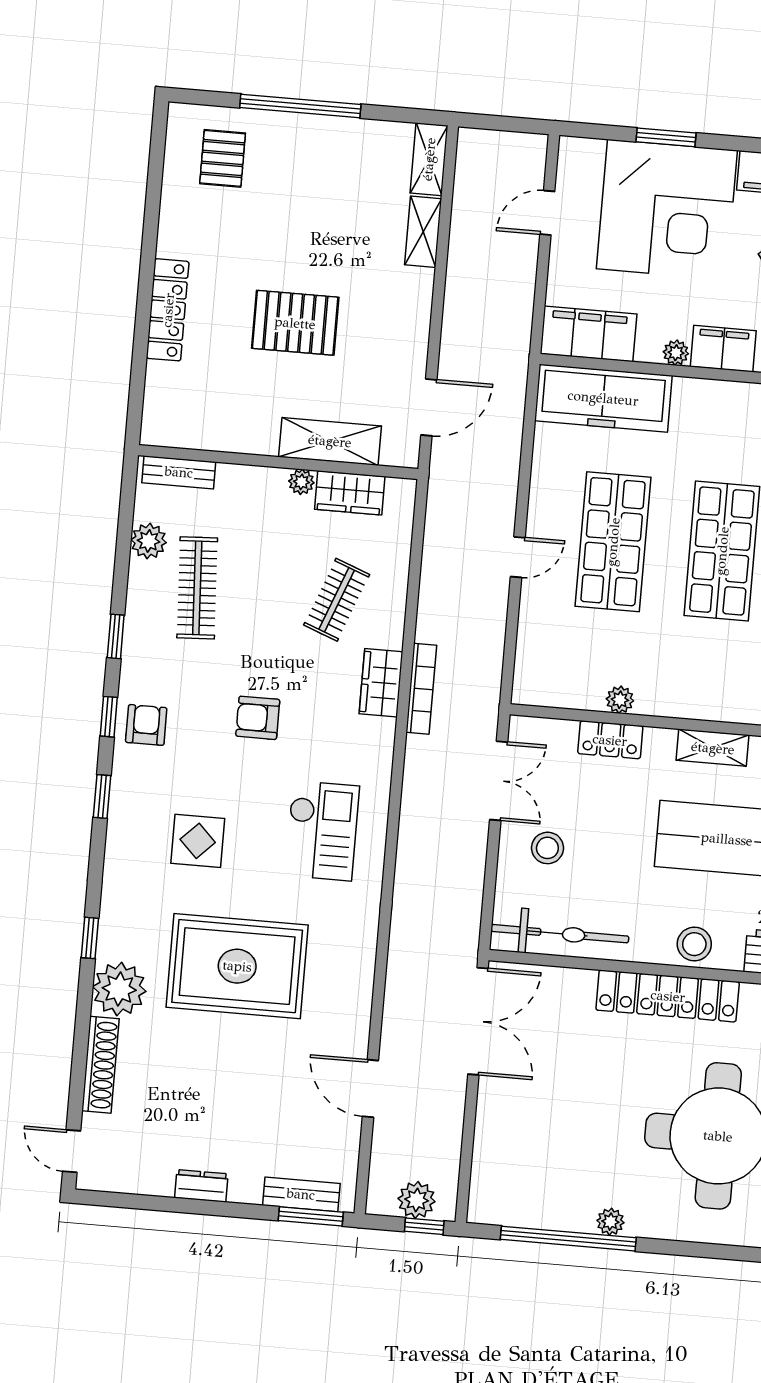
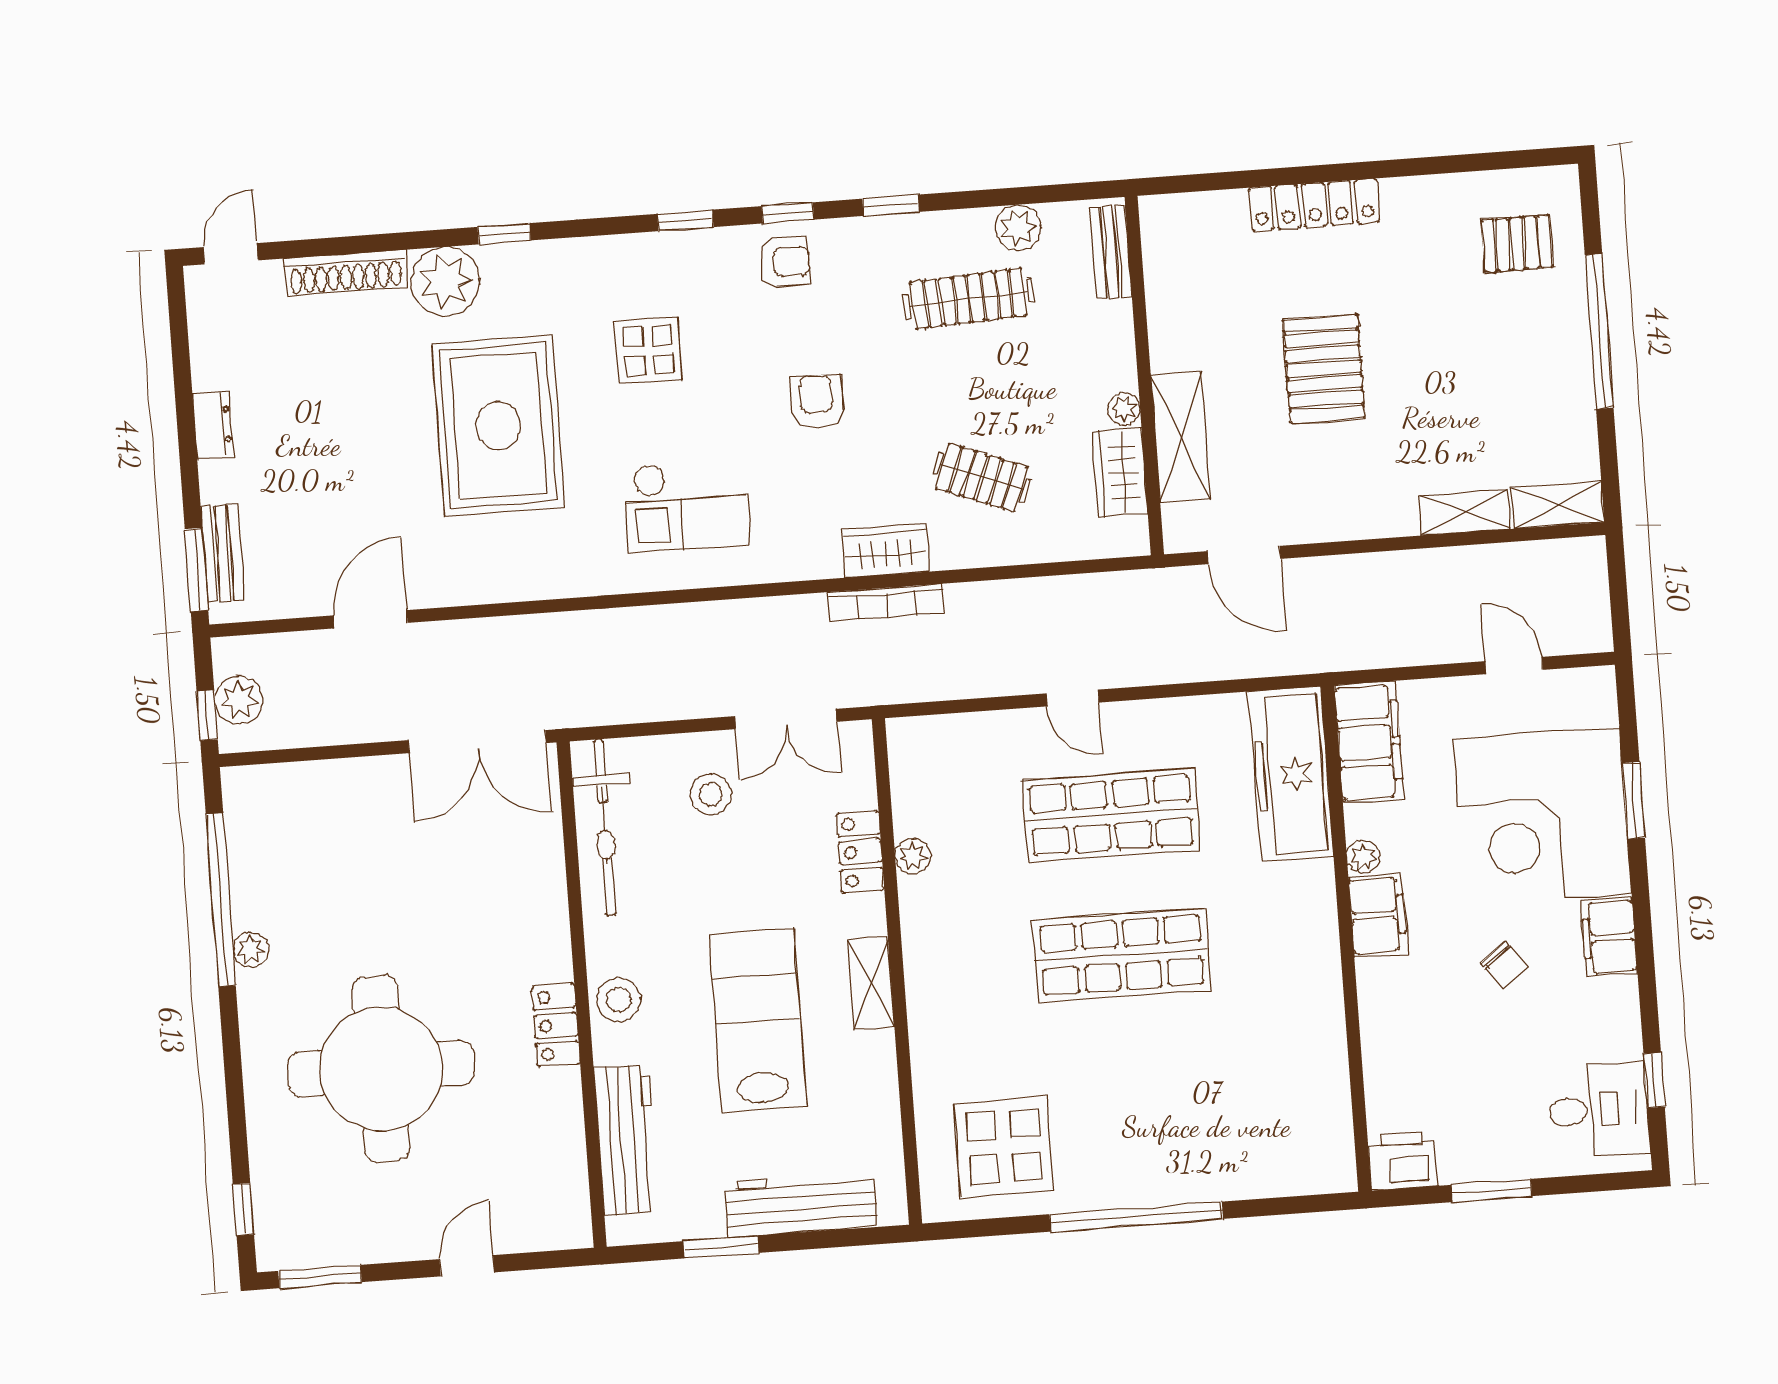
locker: (668, 996) -> (556, 1025), width x0.46, depth x0.83

